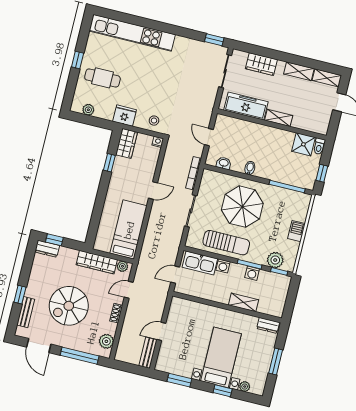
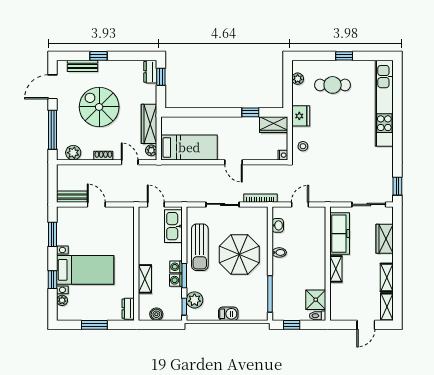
cafe table: (102, 78) -> (333, 85), turned 90
washing machine: (223, 266) -> (176, 267), moved
boiler: (280, 300) -> (156, 314), added

